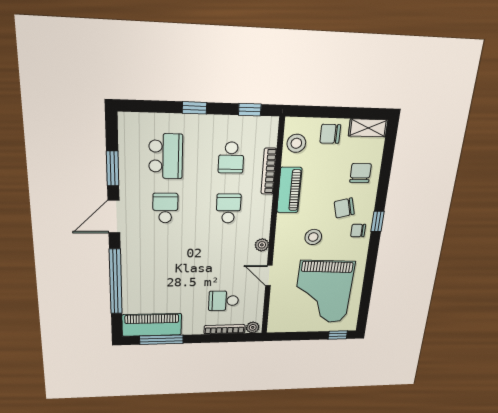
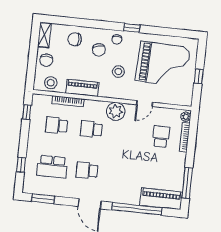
window: (195, 108) -> (21, 165), moved
school desk: (166, 156) -> (52, 167), turned 180
school desk: (231, 158) -> (57, 125), turned 180
window: (113, 168) -> (43, 199), moved
window: (378, 221) -> (132, 28), moved
plant: (262, 245) -> (116, 111), width x1.87, depth x1.87
school desk: (224, 301) -> (161, 137), turned 180
piano: (152, 325) -> (161, 199), moved, turned 90
window: (338, 335) -> (199, 76), moved

